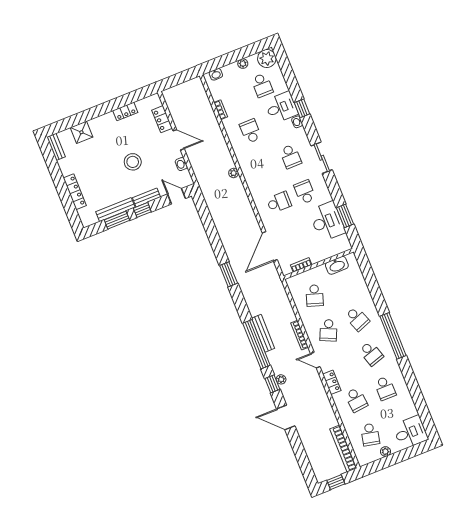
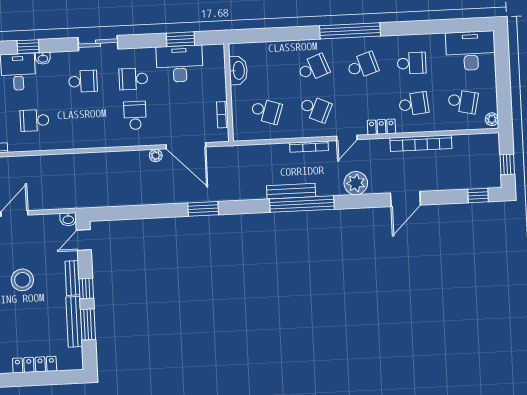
washbasin: (181, 164) -> (68, 219), moved
plant: (234, 173) -> (156, 156), moved
plant: (281, 379) -> (356, 183), width x1.88, depth x1.88
window: (272, 384) -> (478, 195), moved
desk: (410, 432) -> (471, 51), width x1.37
bookcase: (343, 449) -> (421, 143), moved
plant: (385, 452) -> (492, 119), moved

